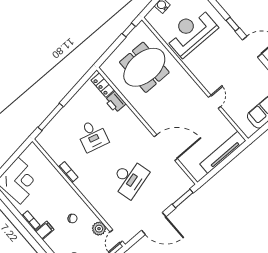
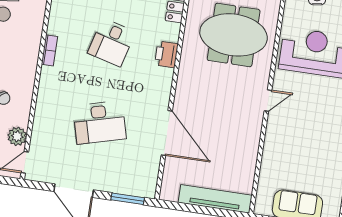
printer: (115, 102) -> (166, 54), moved
door: (215, 102) -> (268, 100), moved

